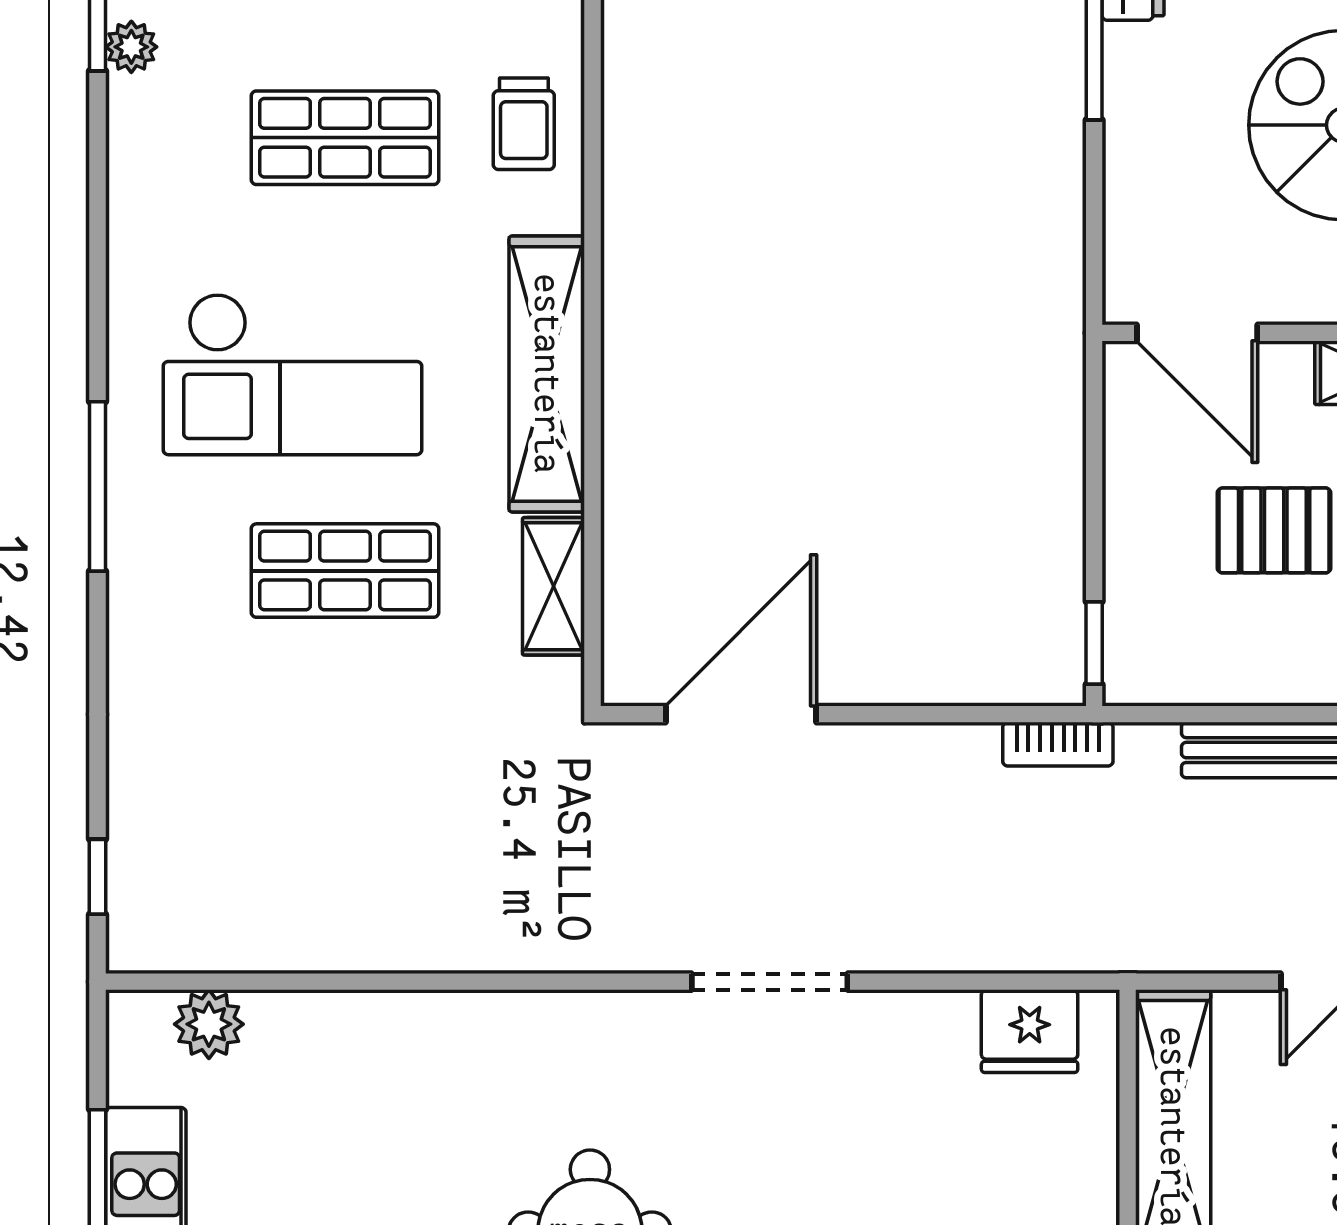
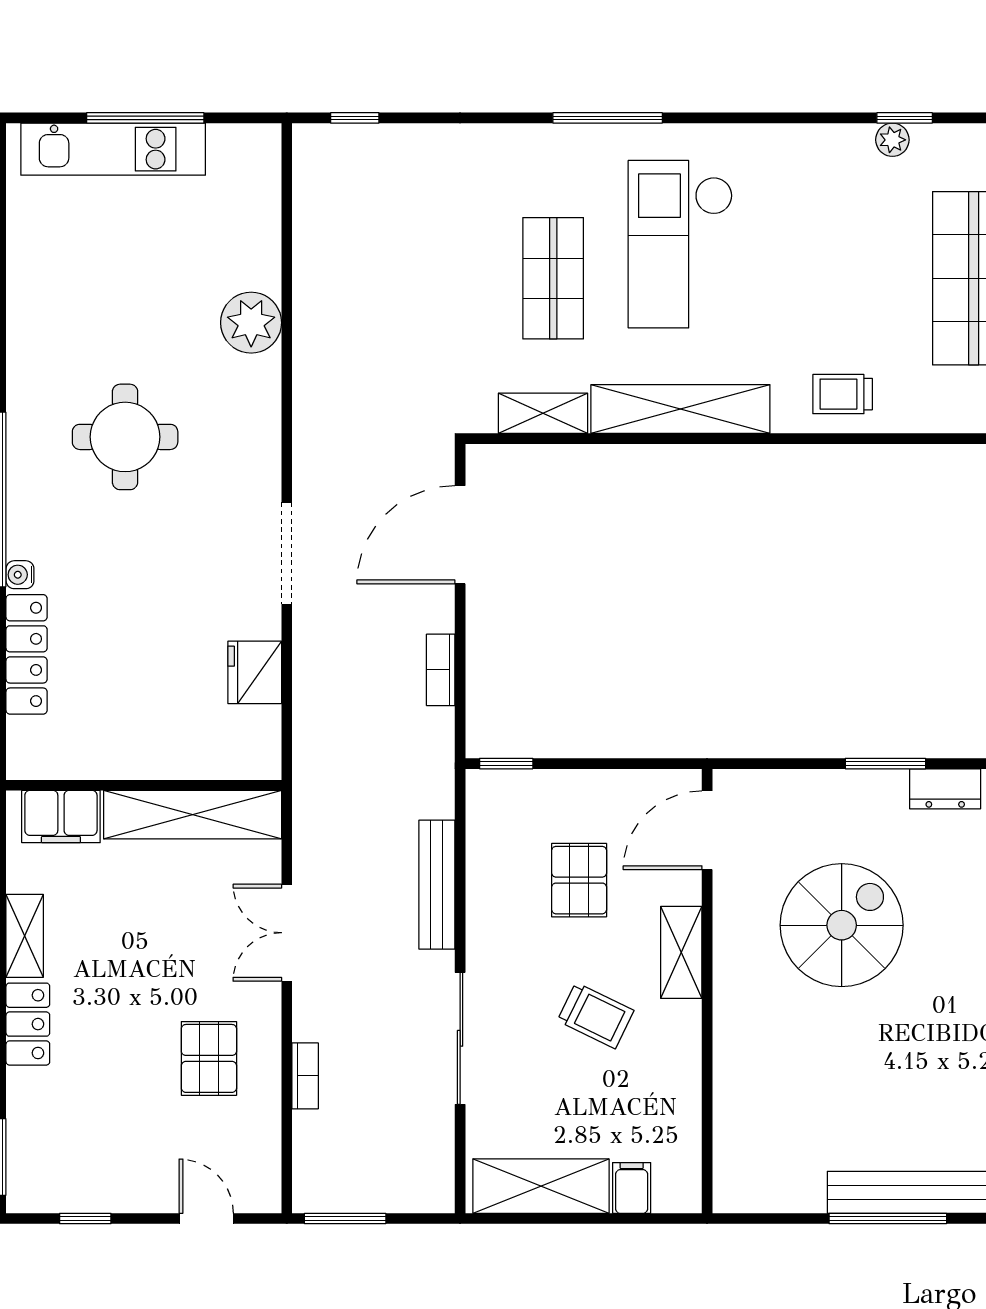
shop shelf: (345, 138) -> (834, 278), removed
door: (741, 714) -> (460, 535), swing flipped
bookcase: (1058, 744) -> (441, 670), moved
plant: (209, 1024) -> (251, 323), moved, width x1.36, depth x1.36
fridge: (1030, 1031) -> (255, 672), moved

